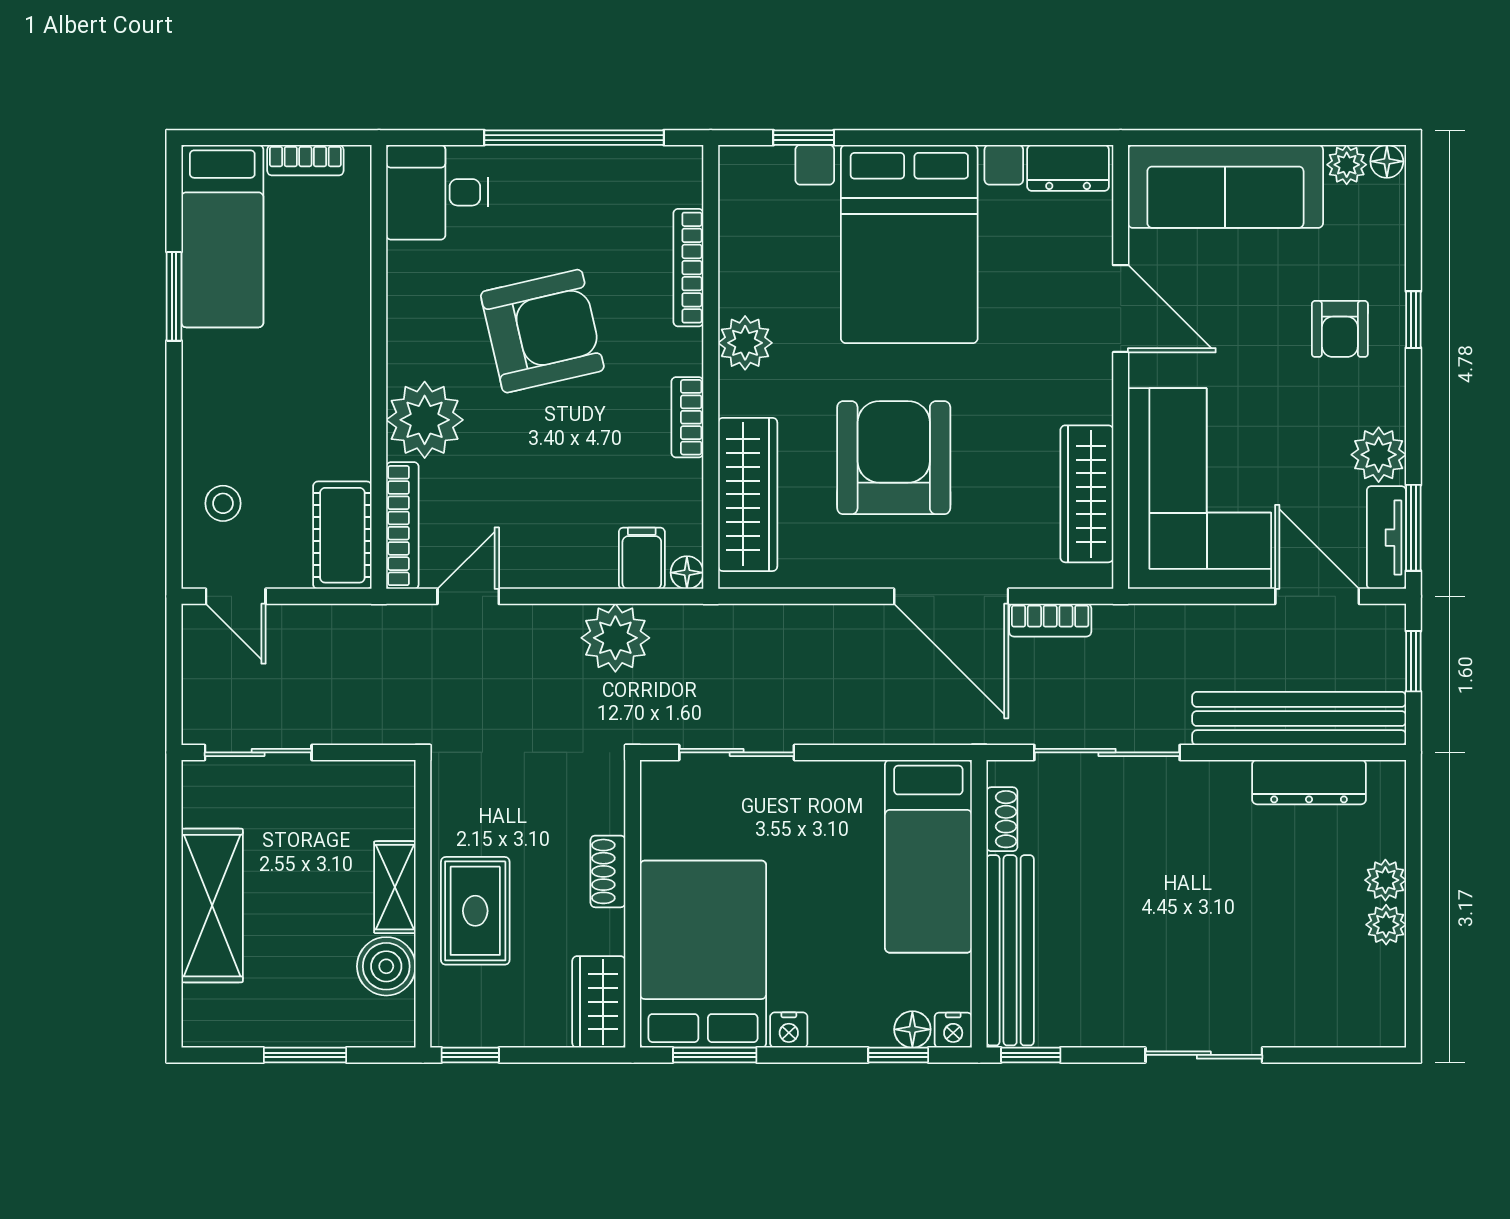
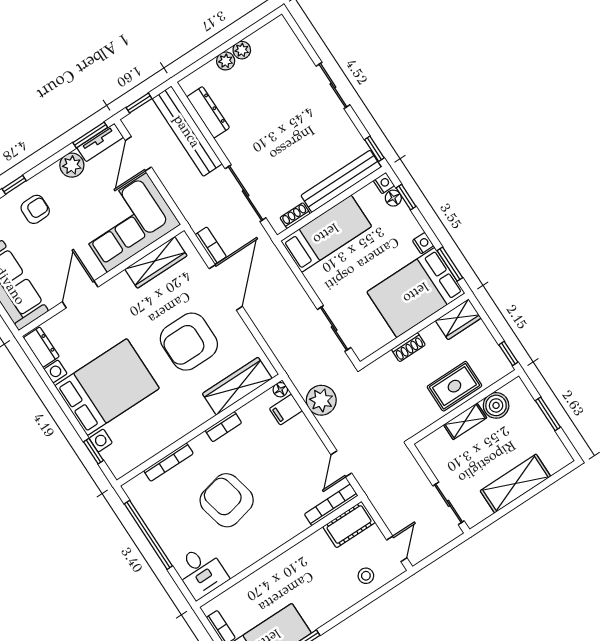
plant: (745, 343) -> (182, 423), removed
plant: (425, 420) -> (287, 522), removed
door: (468, 596) -> (341, 464), hinge flipped

